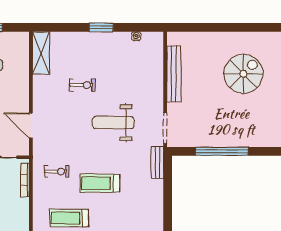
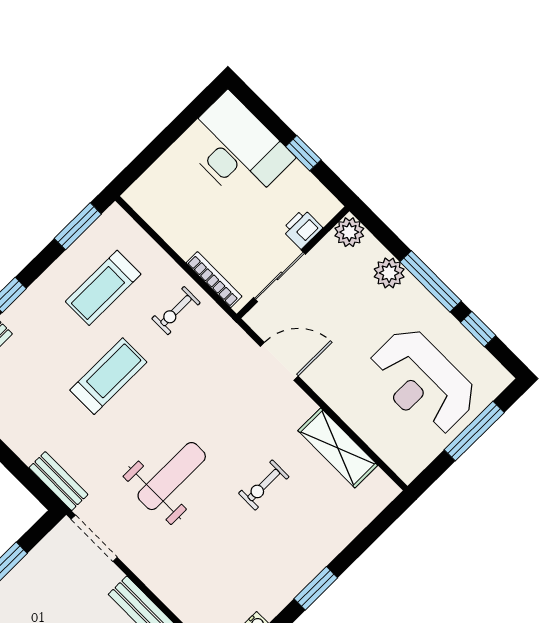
shelving: (41, 53) -> (338, 448), moved
exercise bike: (57, 171) -> (176, 311), moved
treadmill: (69, 218) -> (103, 288), turned 180

